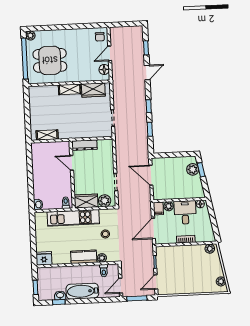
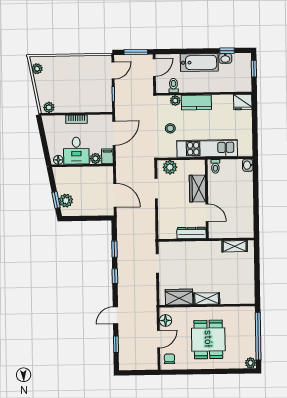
dining table: (50, 60) -> (208, 339), moved, turned 90
wardrobe: (86, 201) -> (198, 189), moved, turned 90

